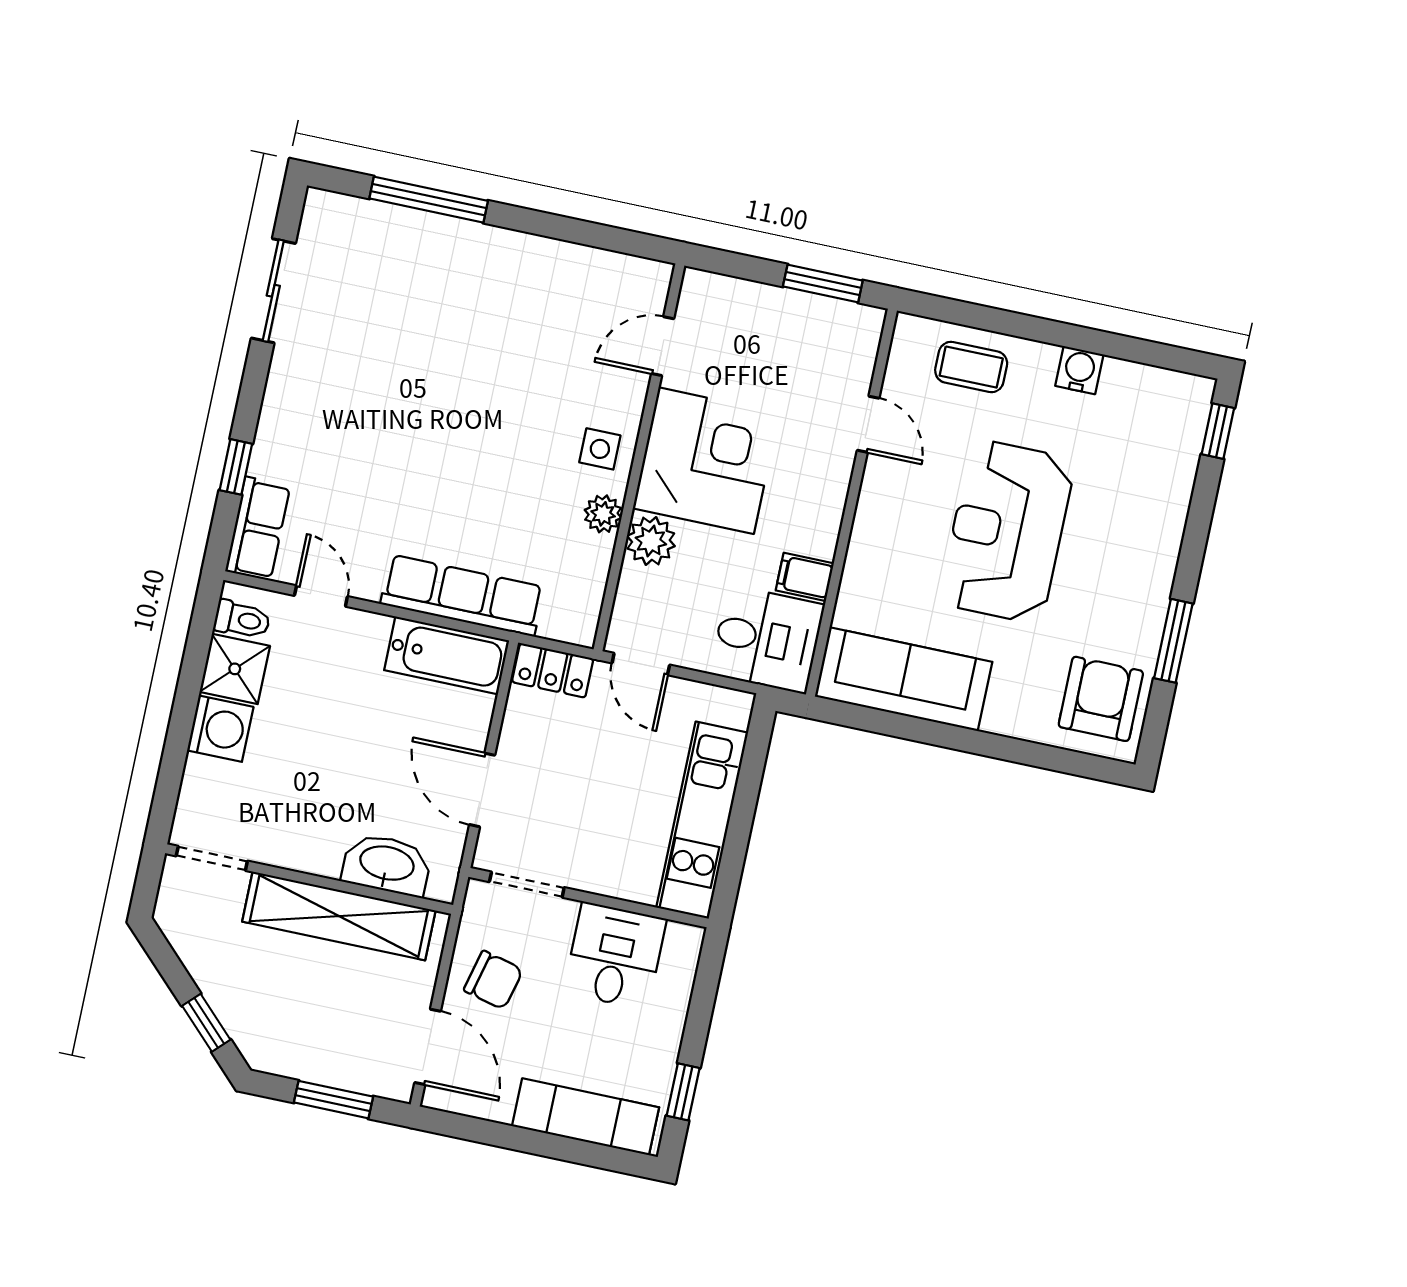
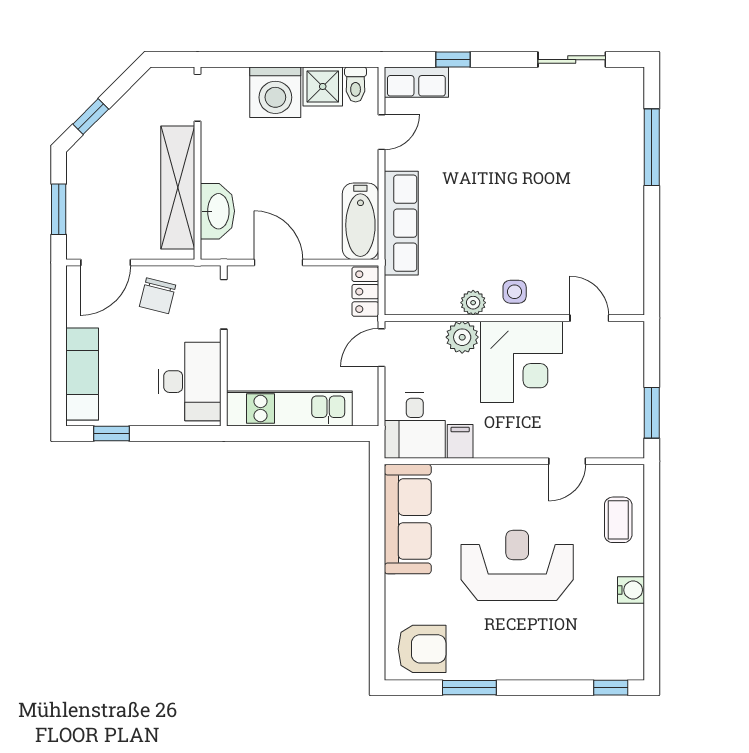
washing machine: (220, 729) -> (275, 92), width x1.37, depth x1.37
door: (482, 790) -> (279, 263), hinge flipped
desk: (615, 956) -> (190, 382), width x1.37

